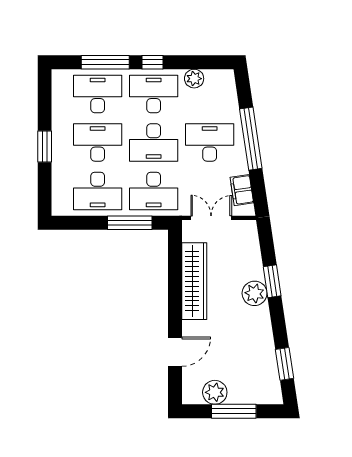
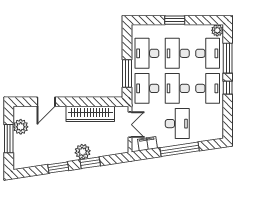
plant: (194, 79) -> (217, 30), moved
desk: (98, 142) -> (177, 53), turned 180
door: (175, 352) -> (46, 102), hinge flipped
window: (284, 364) -> (58, 167), moved

